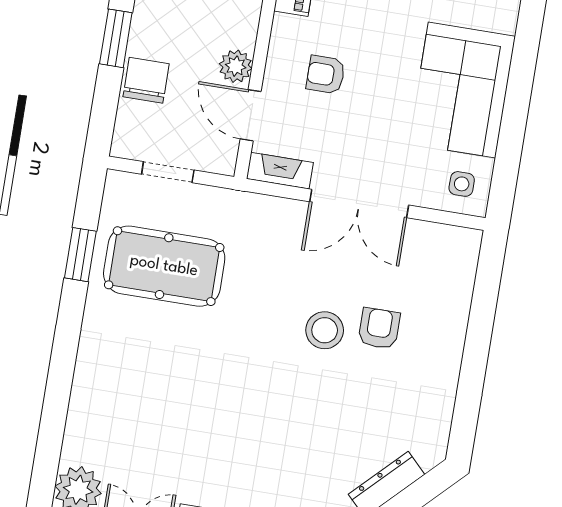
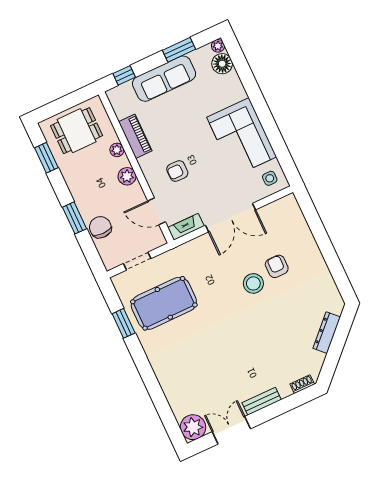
plant: (236, 66) -> (127, 176), moved

